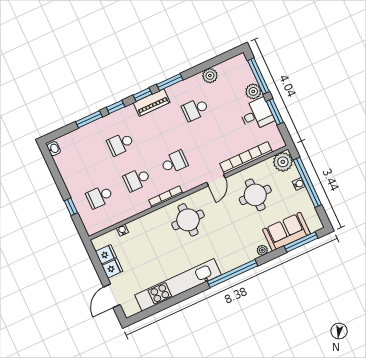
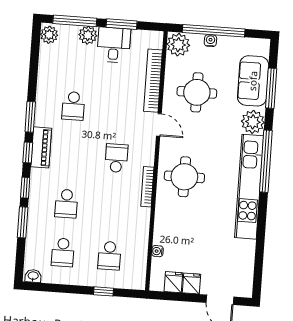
plant: (210, 76) -> (49, 35), moved
school desk: (137, 179) -> (63, 252), moved
window: (301, 242) -> (271, 88), moved
plant: (262, 250) -> (253, 122), width x1.88, depth x1.88
kitchen unit: (178, 285) -> (249, 187), moved

